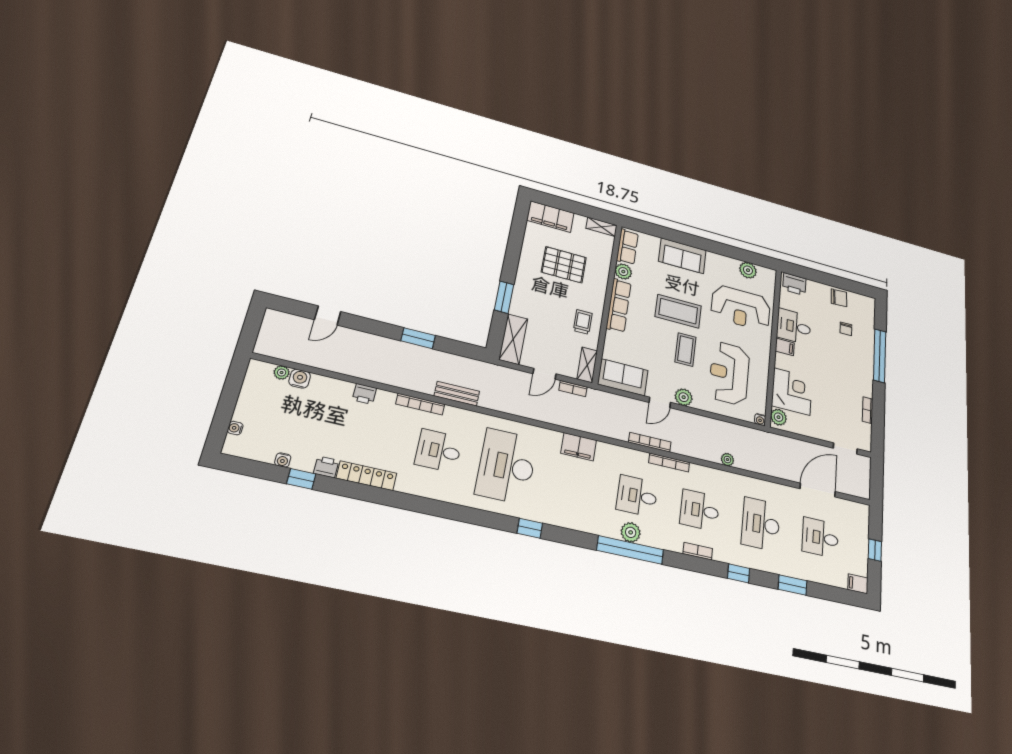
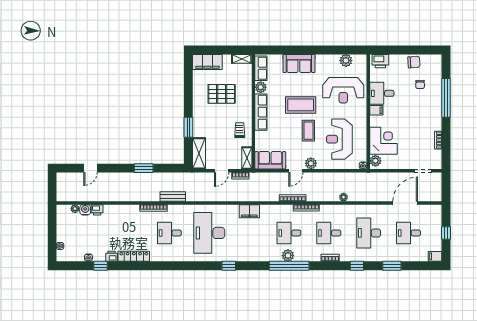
printer: (364, 394) -> (97, 210), moved

